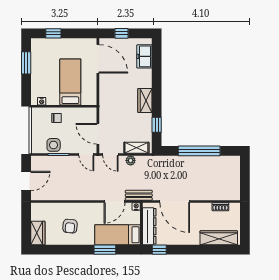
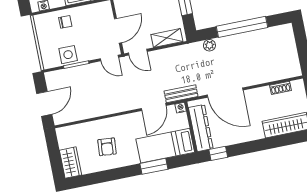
door: (98, 134) -> (118, 31), swing flipped
plant: (131, 160) -> (209, 45), moved

